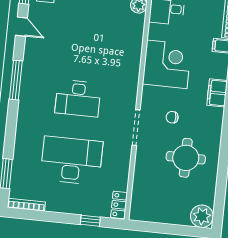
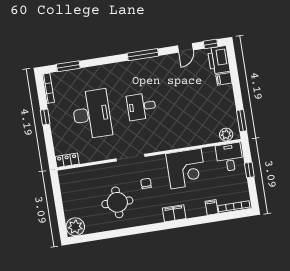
desk: (78, 98) -> (141, 106), width x0.73
window: (90, 221) -> (45, 117), moved

